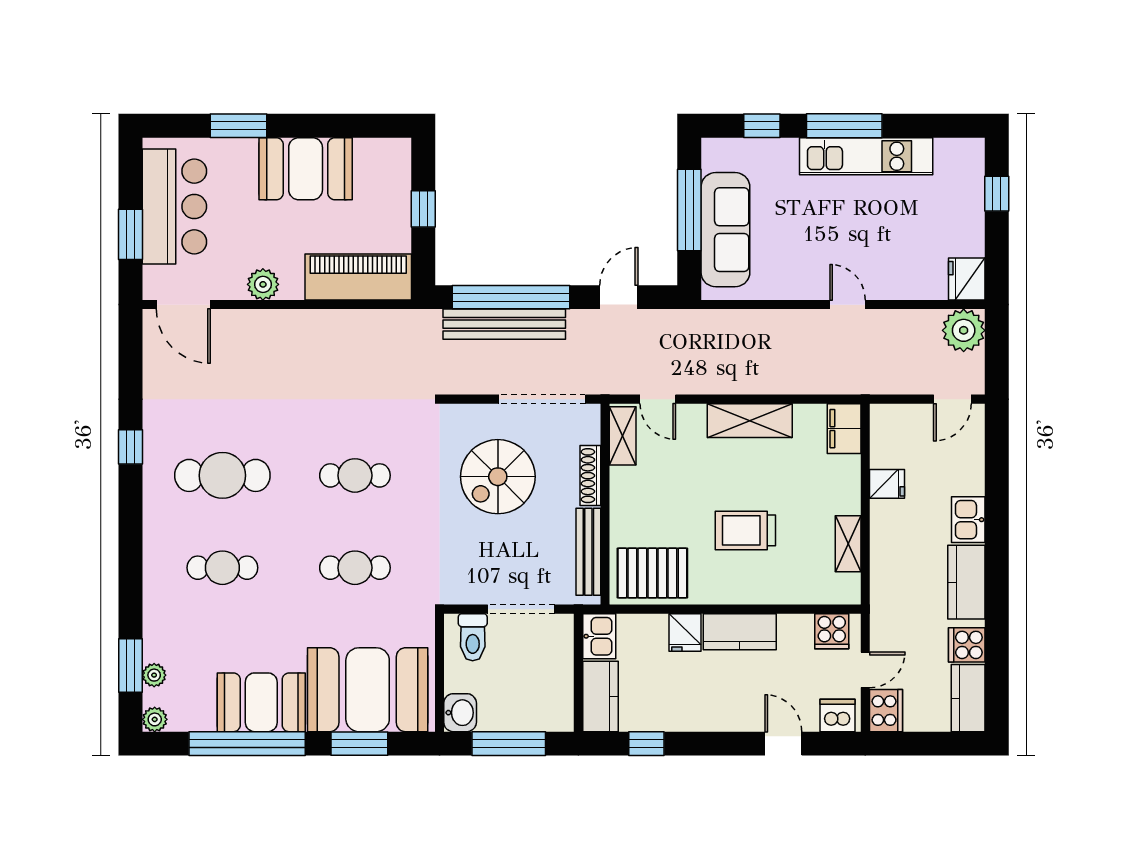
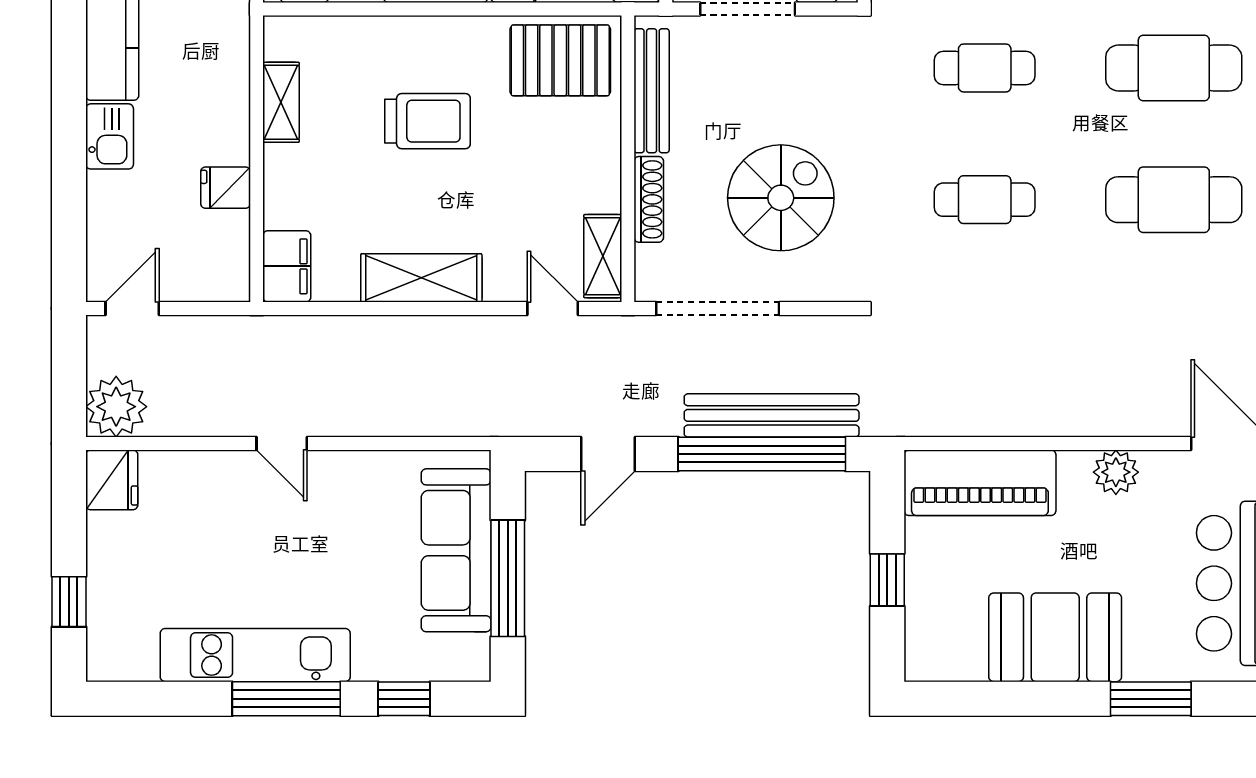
cafe table: (222, 568) -> (1174, 68), width x1.37, depth x1.35

